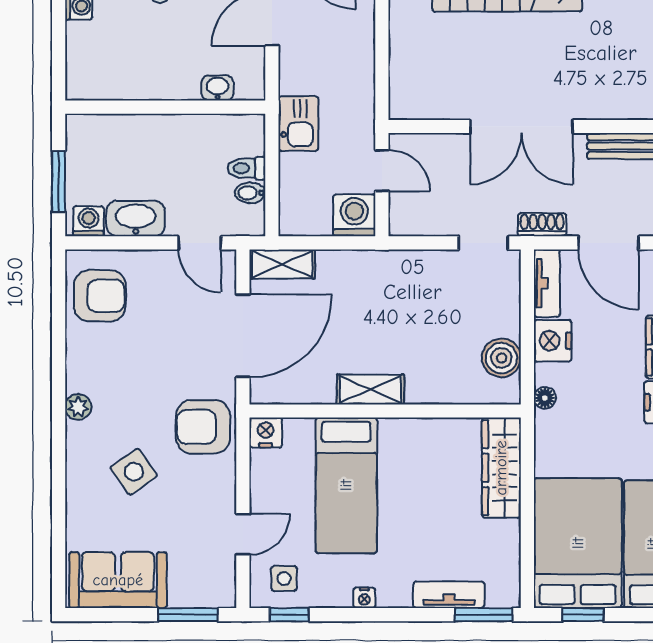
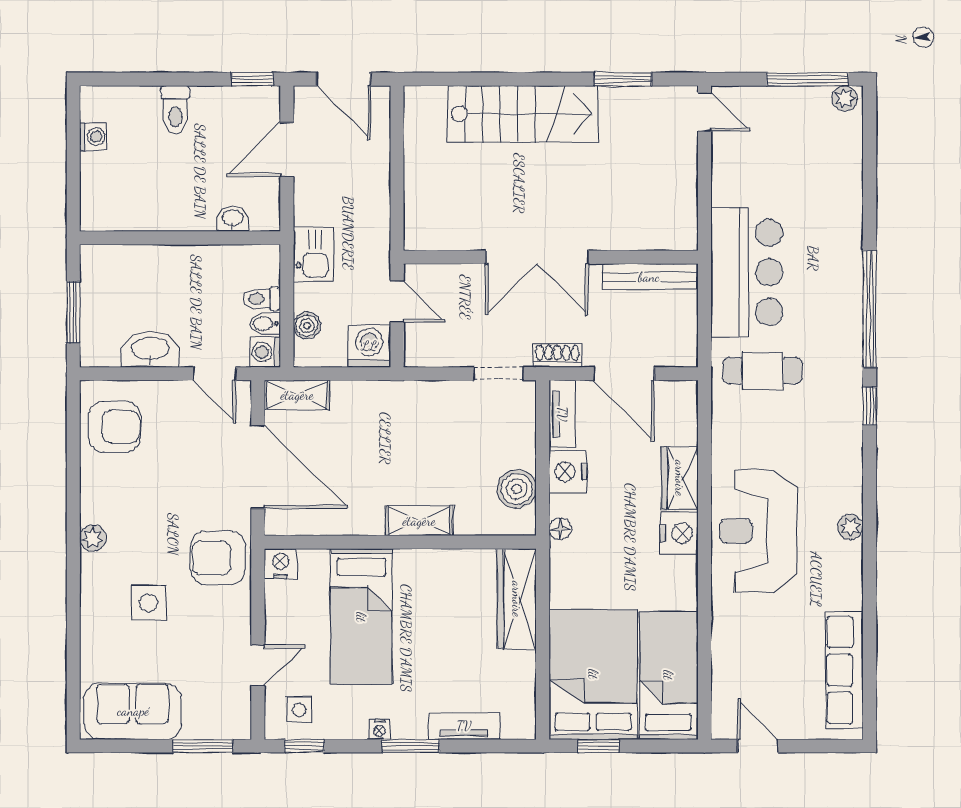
boiler: (292, 195) -> (307, 326), added
washing machine: (89, 221) -> (265, 352), moved, turned -90
door: (243, 336) -> (258, 467), hinge flipped
shelving: (370, 389) -> (419, 521), moved
side table: (134, 472) -> (149, 603), turned 35
window: (484, 615) -> (411, 746), moved

